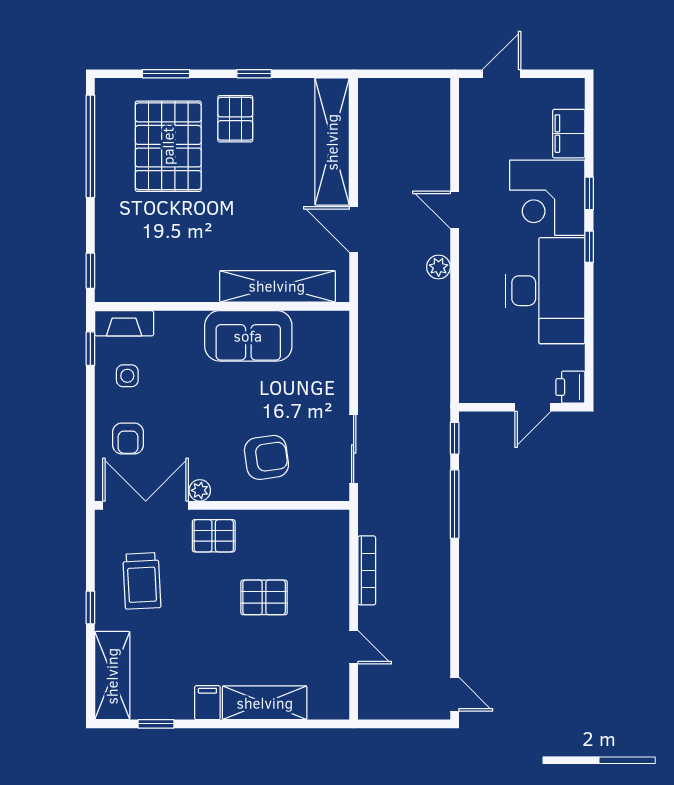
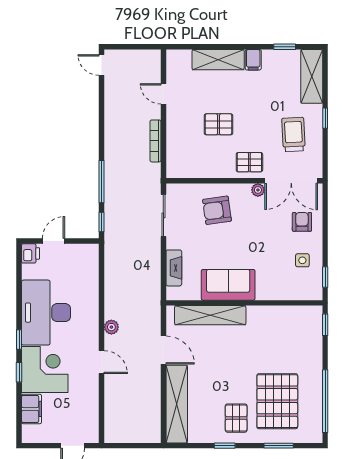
fireplace: (124, 323) -> (174, 268), moved, turned 90

